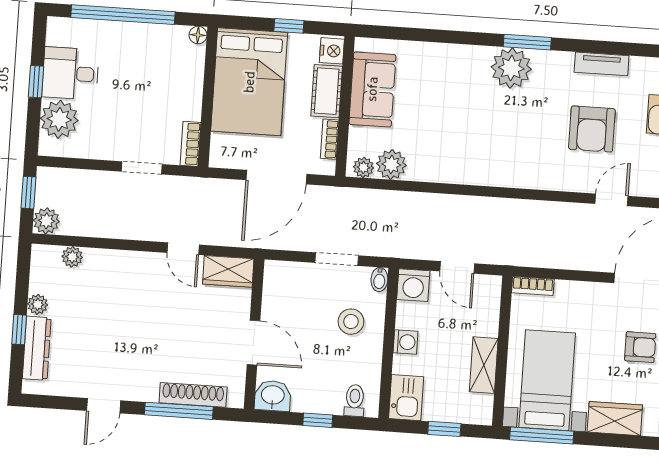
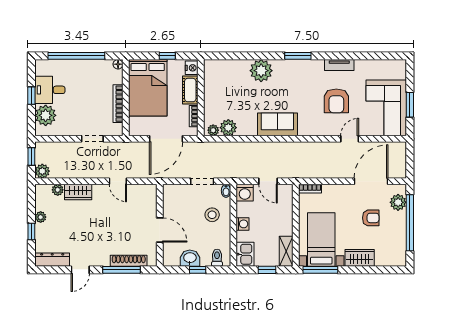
plant: (511, 68) -> (261, 71), moved
sofa: (372, 89) -> (277, 124), moved, turned -90
bookcase: (191, 144) -> (118, 104), moved, width x1.56
wardrobe: (228, 271) -> (78, 192), moved
dresser: (37, 348) -> (52, 260), moved, turned -90
shelving: (484, 365) -> (286, 251), moved
washbasin: (273, 396) -> (190, 258), moved

